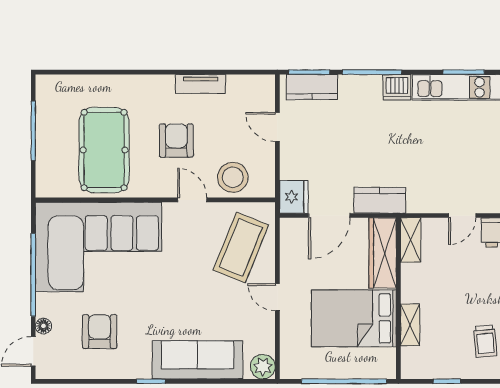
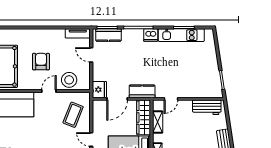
tv unit: (200, 84) -> (78, 33), moved
door: (192, 200) -> (49, 91), hinge flipped
door: (462, 216) -> (171, 99), moved
shelving: (411, 240) -> (158, 122), moved
coffee table: (241, 247) -> (73, 115), width x0.73, depth x0.76

